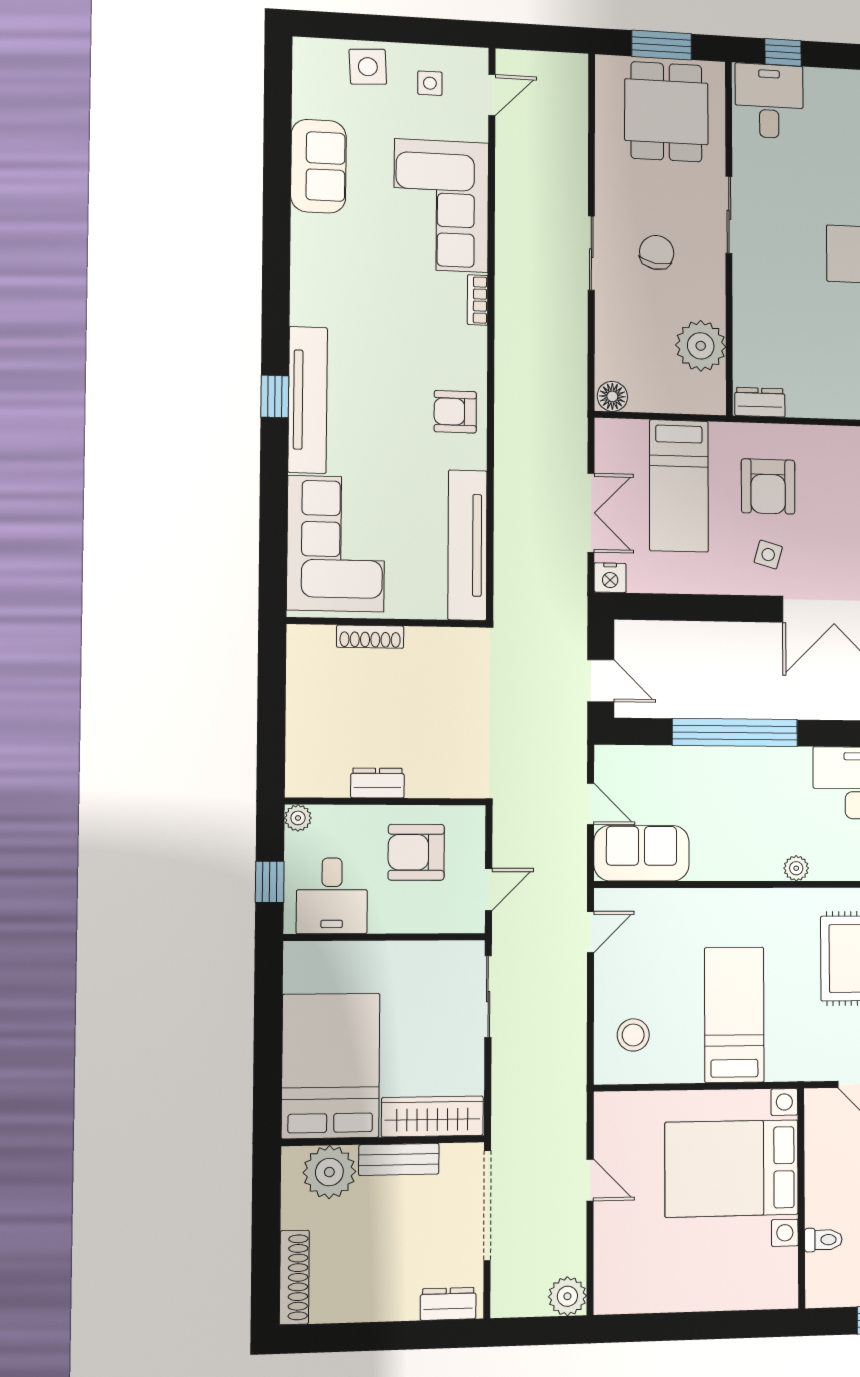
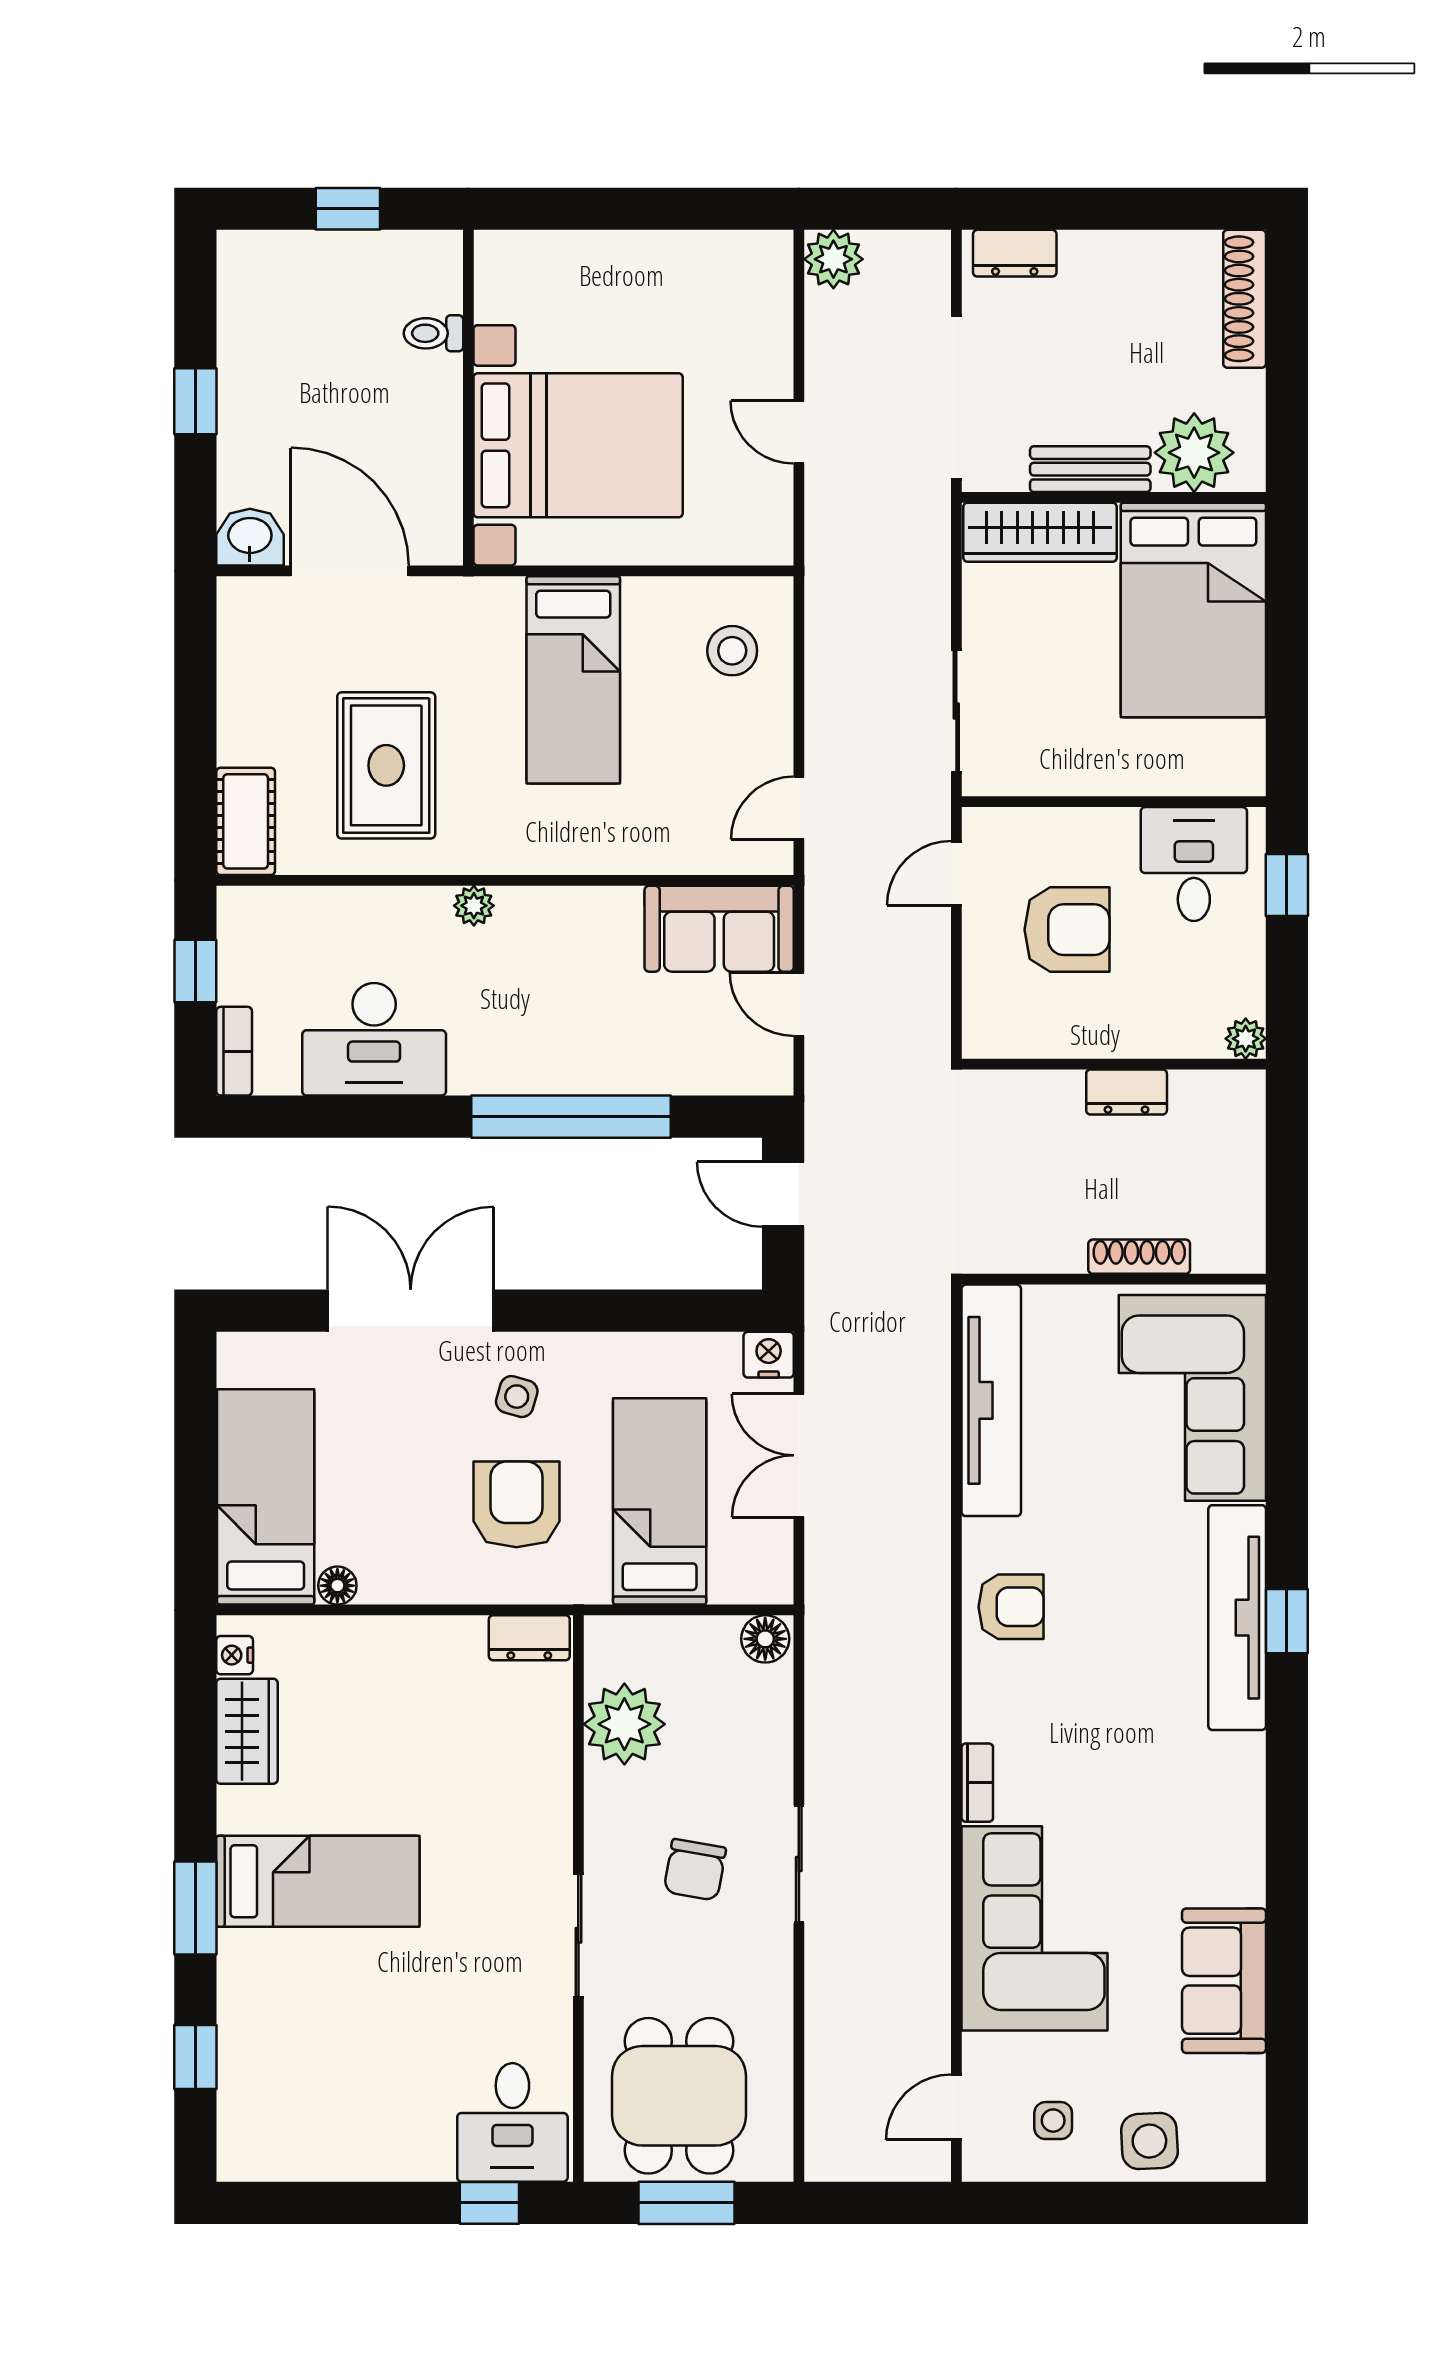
dresser: (377, 783) -> (1127, 1092), moved
wall: (386, 801) -> (1114, 1064), moved
plant: (298, 818) -> (1246, 1039), moved

